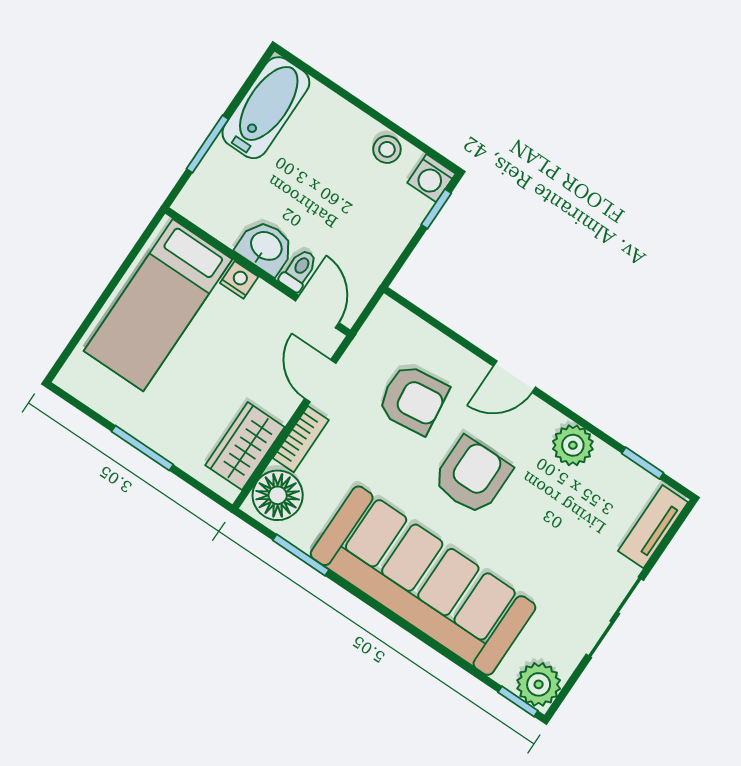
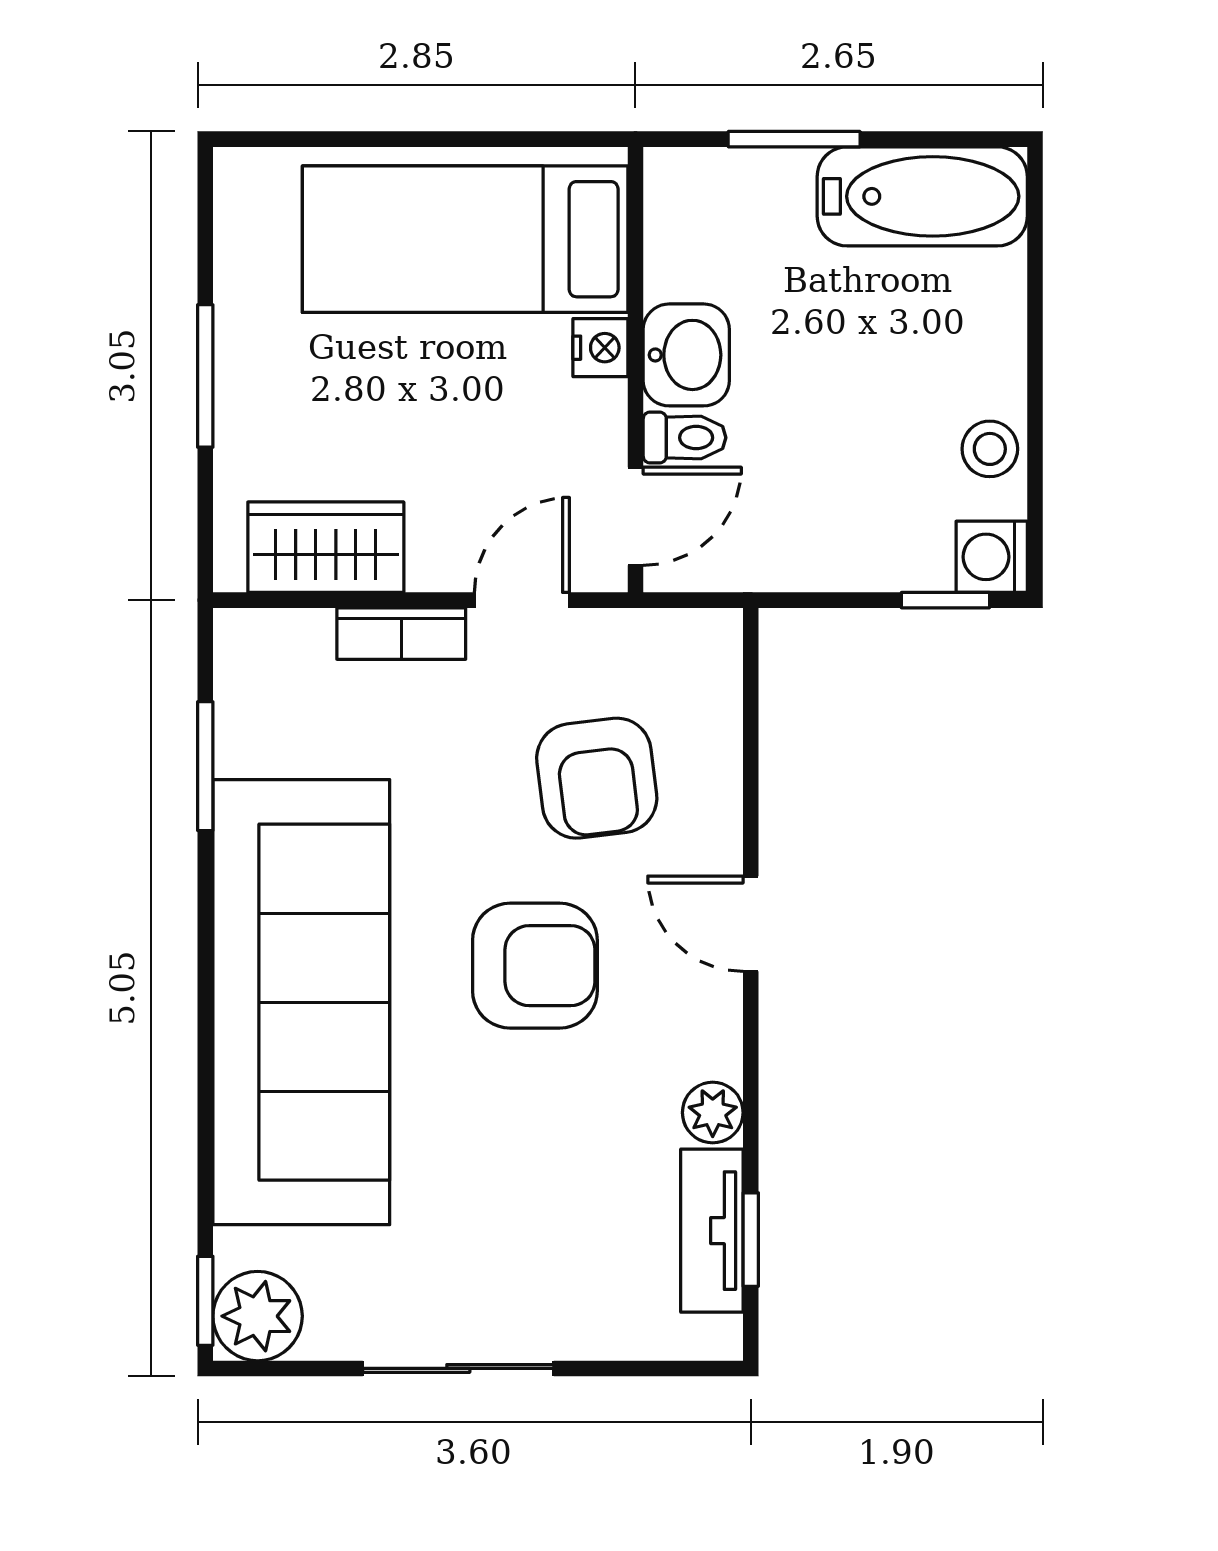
plant: (573, 445) -> (713, 1113), width x0.73, depth x0.73
floor lamp: (278, 495) -> (280, 659), removed
tv unit: (653, 527) -> (712, 1231), moved, turned -90

